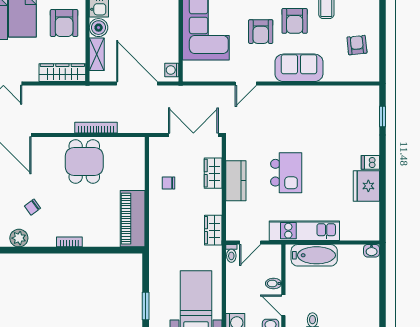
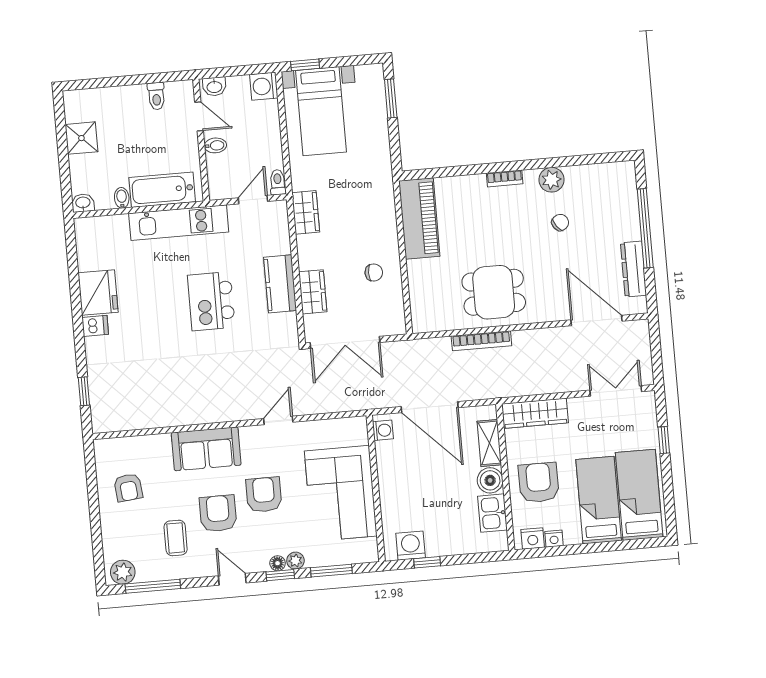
dining table: (84, 161) -> (494, 292), turned 90
plant: (19, 238) -> (552, 180), moved
bidet: (344, 252) -> (122, 198), added
shower: (368, 297) -> (81, 138), added

